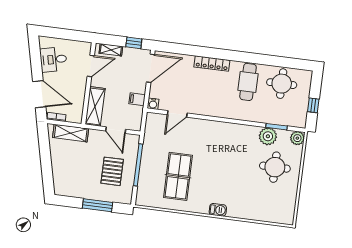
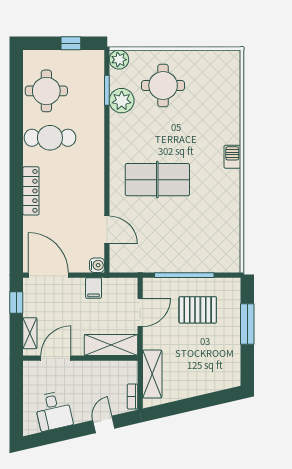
door: (91, 66) -> (56, 358), hinge flipped
door: (39, 94) -> (104, 424), width x0.53
table tennis table: (178, 176) -> (157, 180), moved

